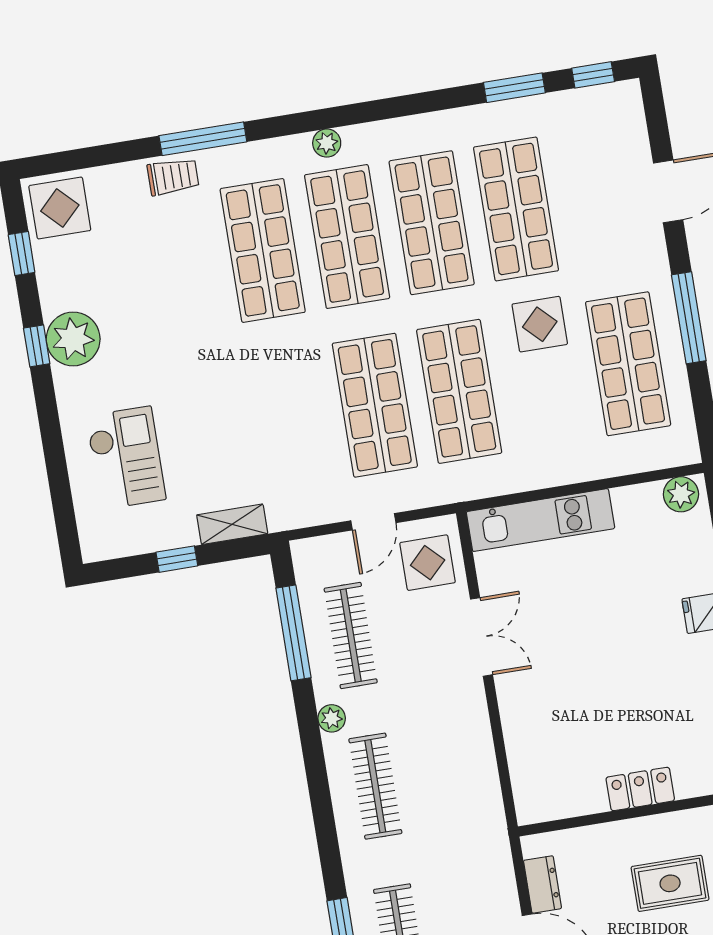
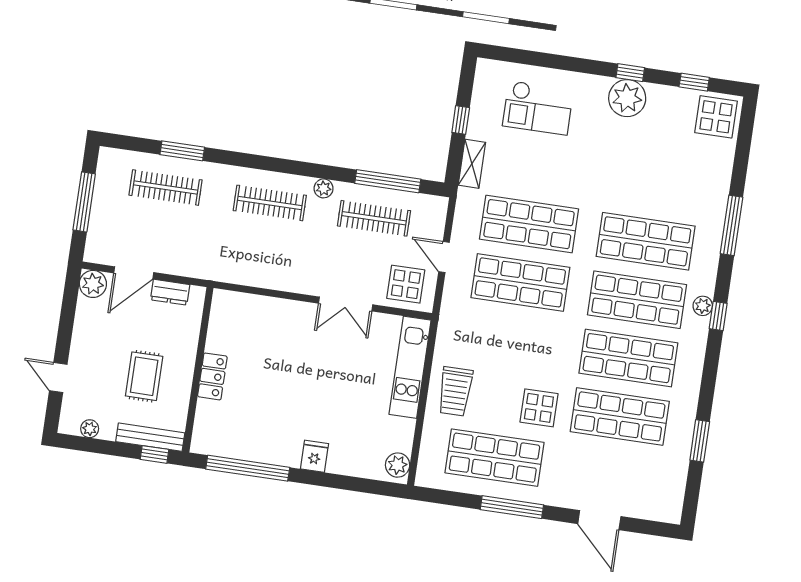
window: (593, 75) -> (718, 316), moved
trolley: (173, 177) -> (455, 391), moved, width x1.36, depth x1.39
shop shelf: (459, 391) -> (529, 224), moved

